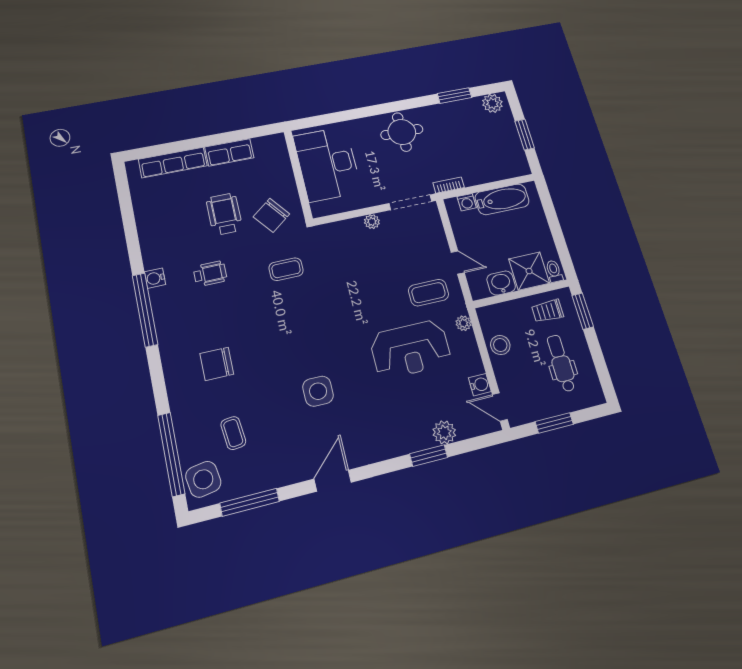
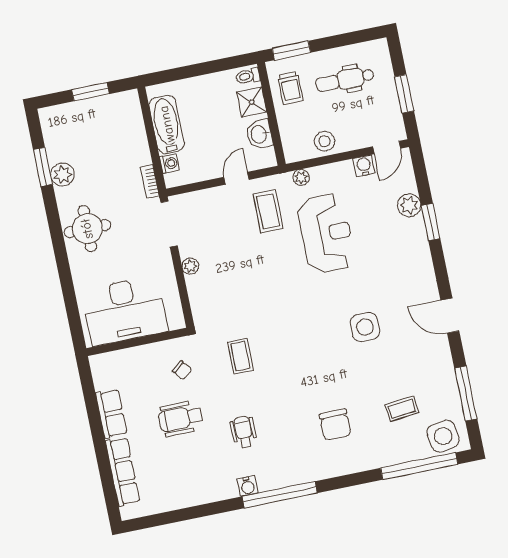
plant: (492, 103) -> (62, 174), moved
chair: (271, 215) -> (182, 370), width x0.54, depth x0.54
shower: (529, 271) -> (252, 102), width x0.73, depth x0.73

